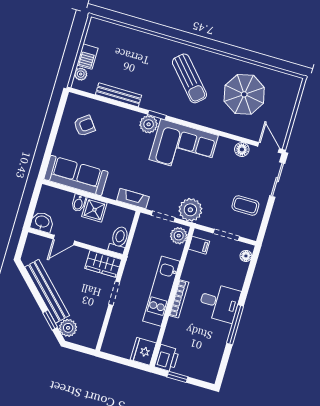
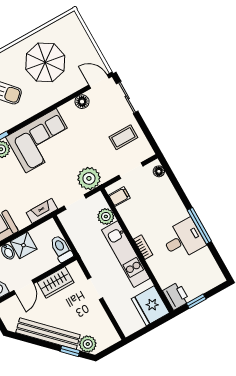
plant: (179, 236) -> (106, 216), moved
wardrobe: (103, 264) -> (56, 282), moved
bookcase: (179, 299) -> (143, 247), width x0.64
desk: (219, 303) -> (183, 239), moved
fridge: (143, 351) -> (150, 306), width x1.36, depth x1.34

